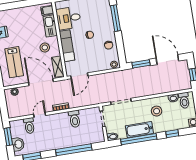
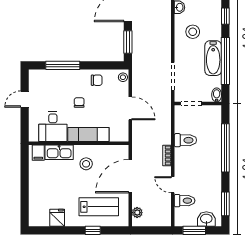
shelving: (58, 67) -> (114, 151), removed
door: (79, 76) -> (130, 108), moved

